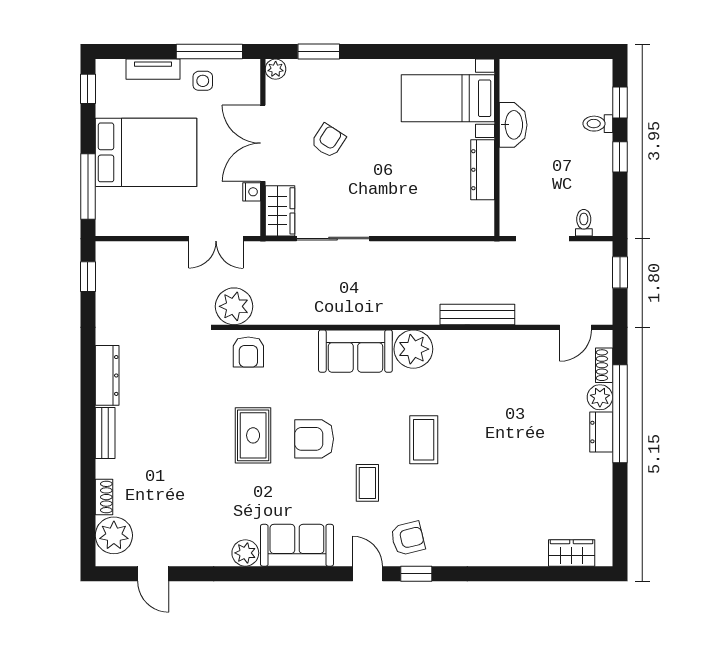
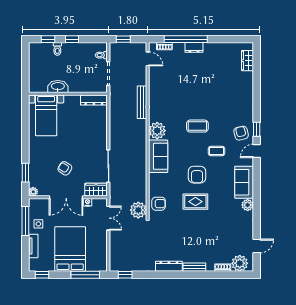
dresser: (483, 170) -> (94, 100), moved
plant: (600, 397) -> (179, 48), removed

